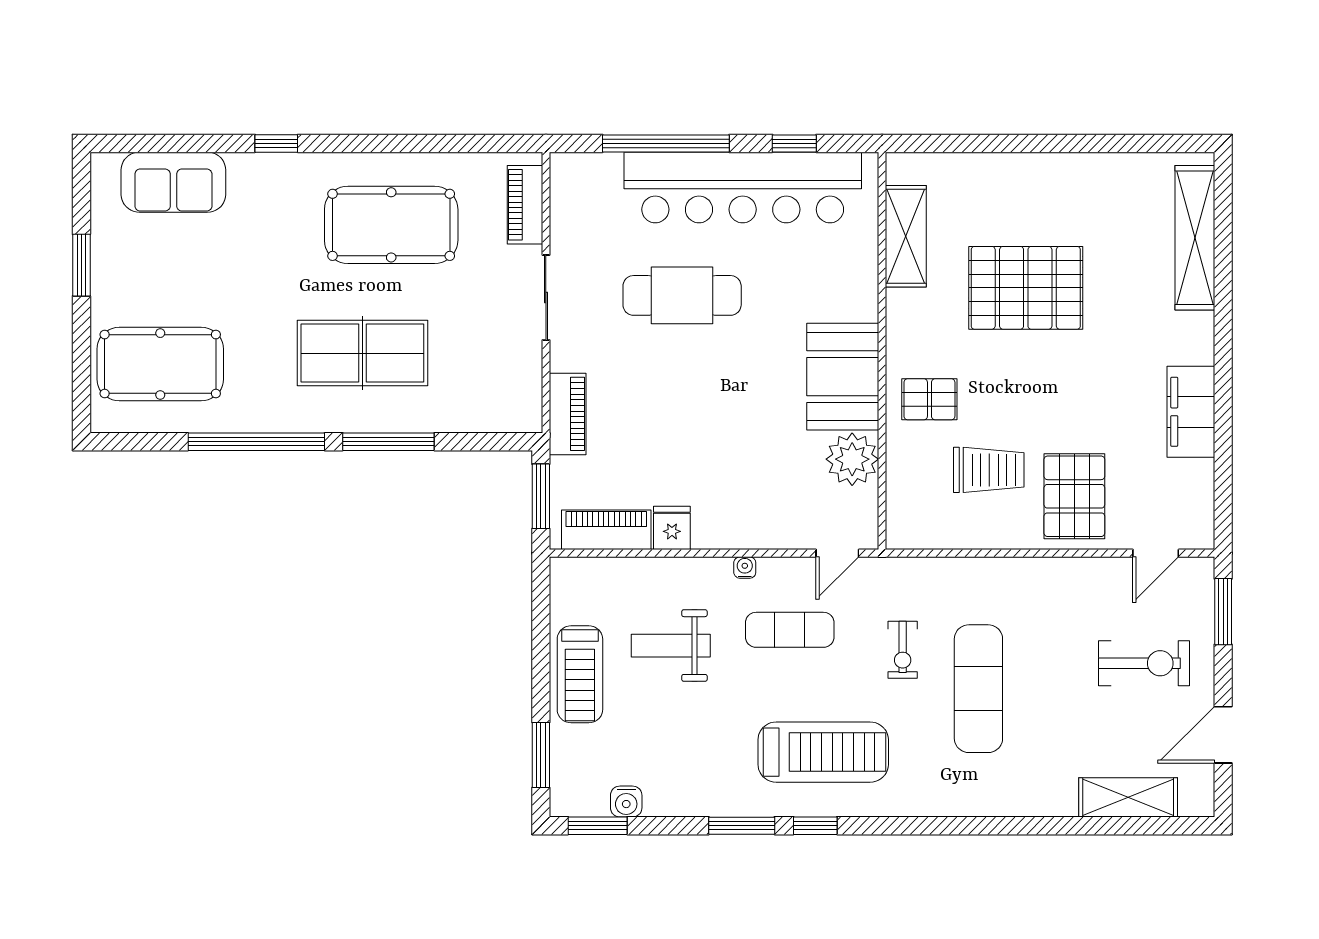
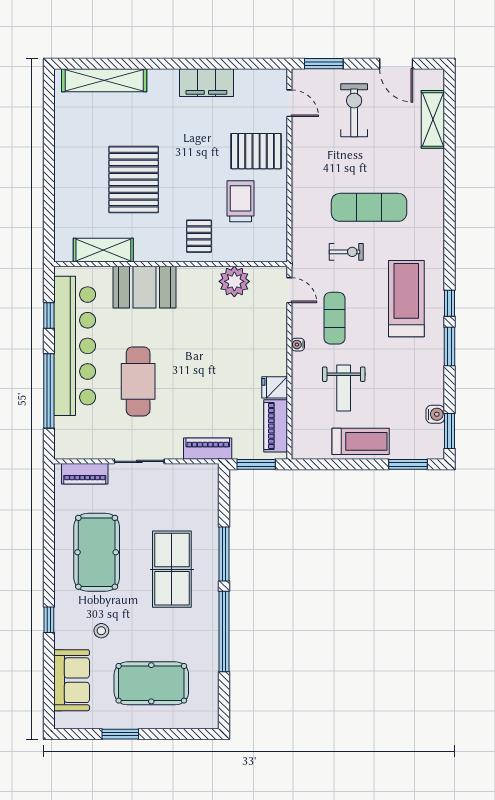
stool: (258, 233) -> (101, 631), added
pool table: (160, 364) -> (151, 683), moved, turned 90
booth: (843, 377) -> (144, 287), moved

